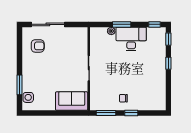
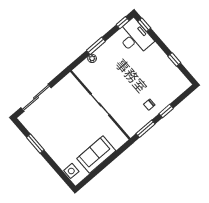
desk: (131, 39) -> (135, 37), moved, turned 90
armchair: (38, 46) -> (43, 122), removed
window: (168, 63) -> (174, 60), moved
window: (20, 85) -> (35, 144), moved
sofa: (72, 101) -> (96, 155), moved

